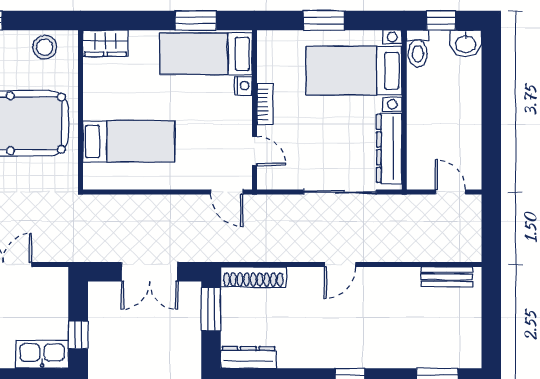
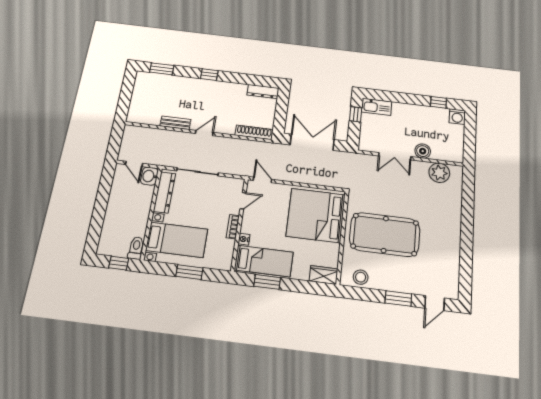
washbasin: (466, 43) -> (149, 176), moved, turned -90
bed: (129, 141) -> (316, 215), width x2.04
door: (254, 151) -> (243, 201), swing flipped
double door: (150, 272) -> (312, 142), width x1.37
bench: (447, 277) -> (175, 123), moved
window: (211, 309) -> (280, 118), removed

